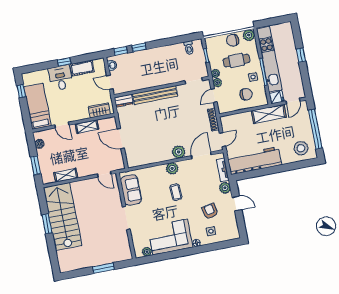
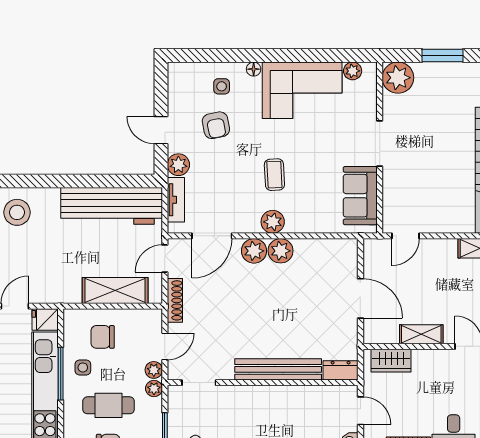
shelving: (269, 114) -> (115, 290), moved
plant: (165, 155) -> (281, 251), added
door: (104, 174) -> (406, 236), swing flipped
plant: (124, 253) -> (398, 78), added

